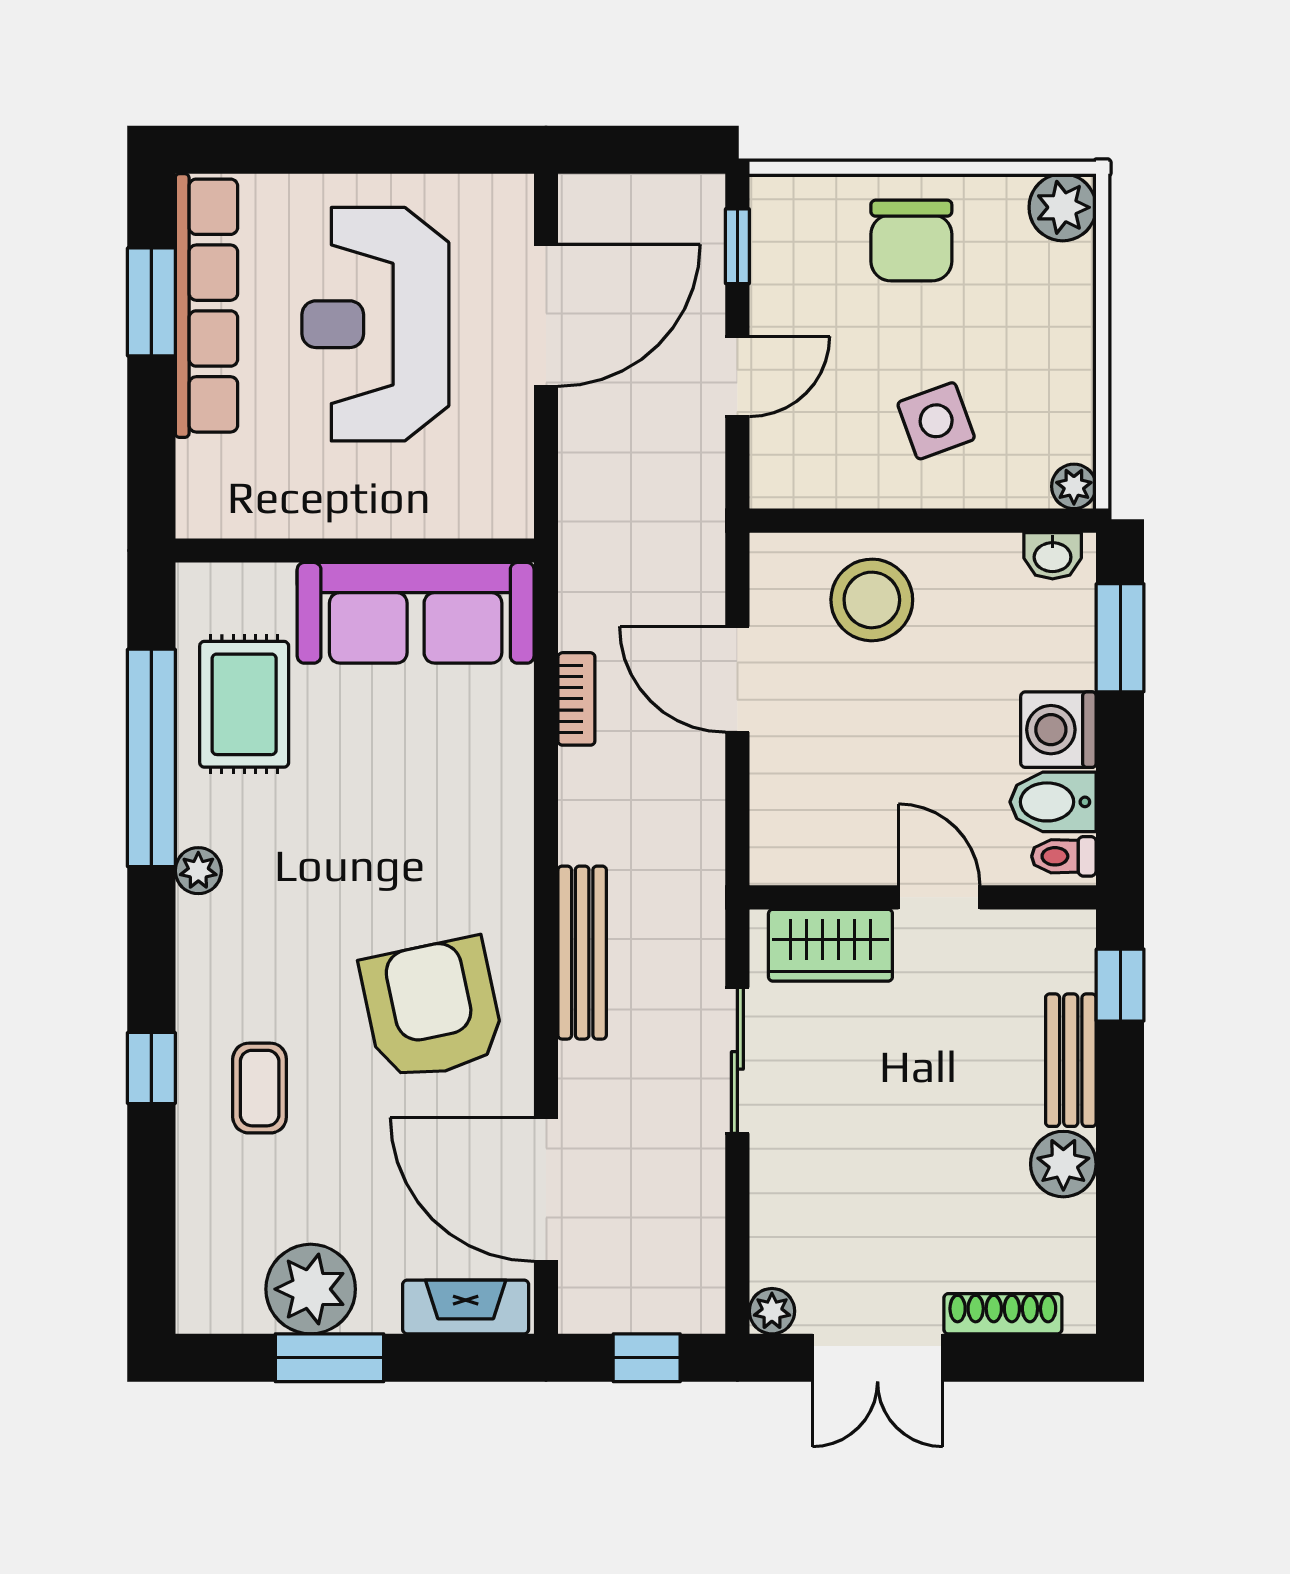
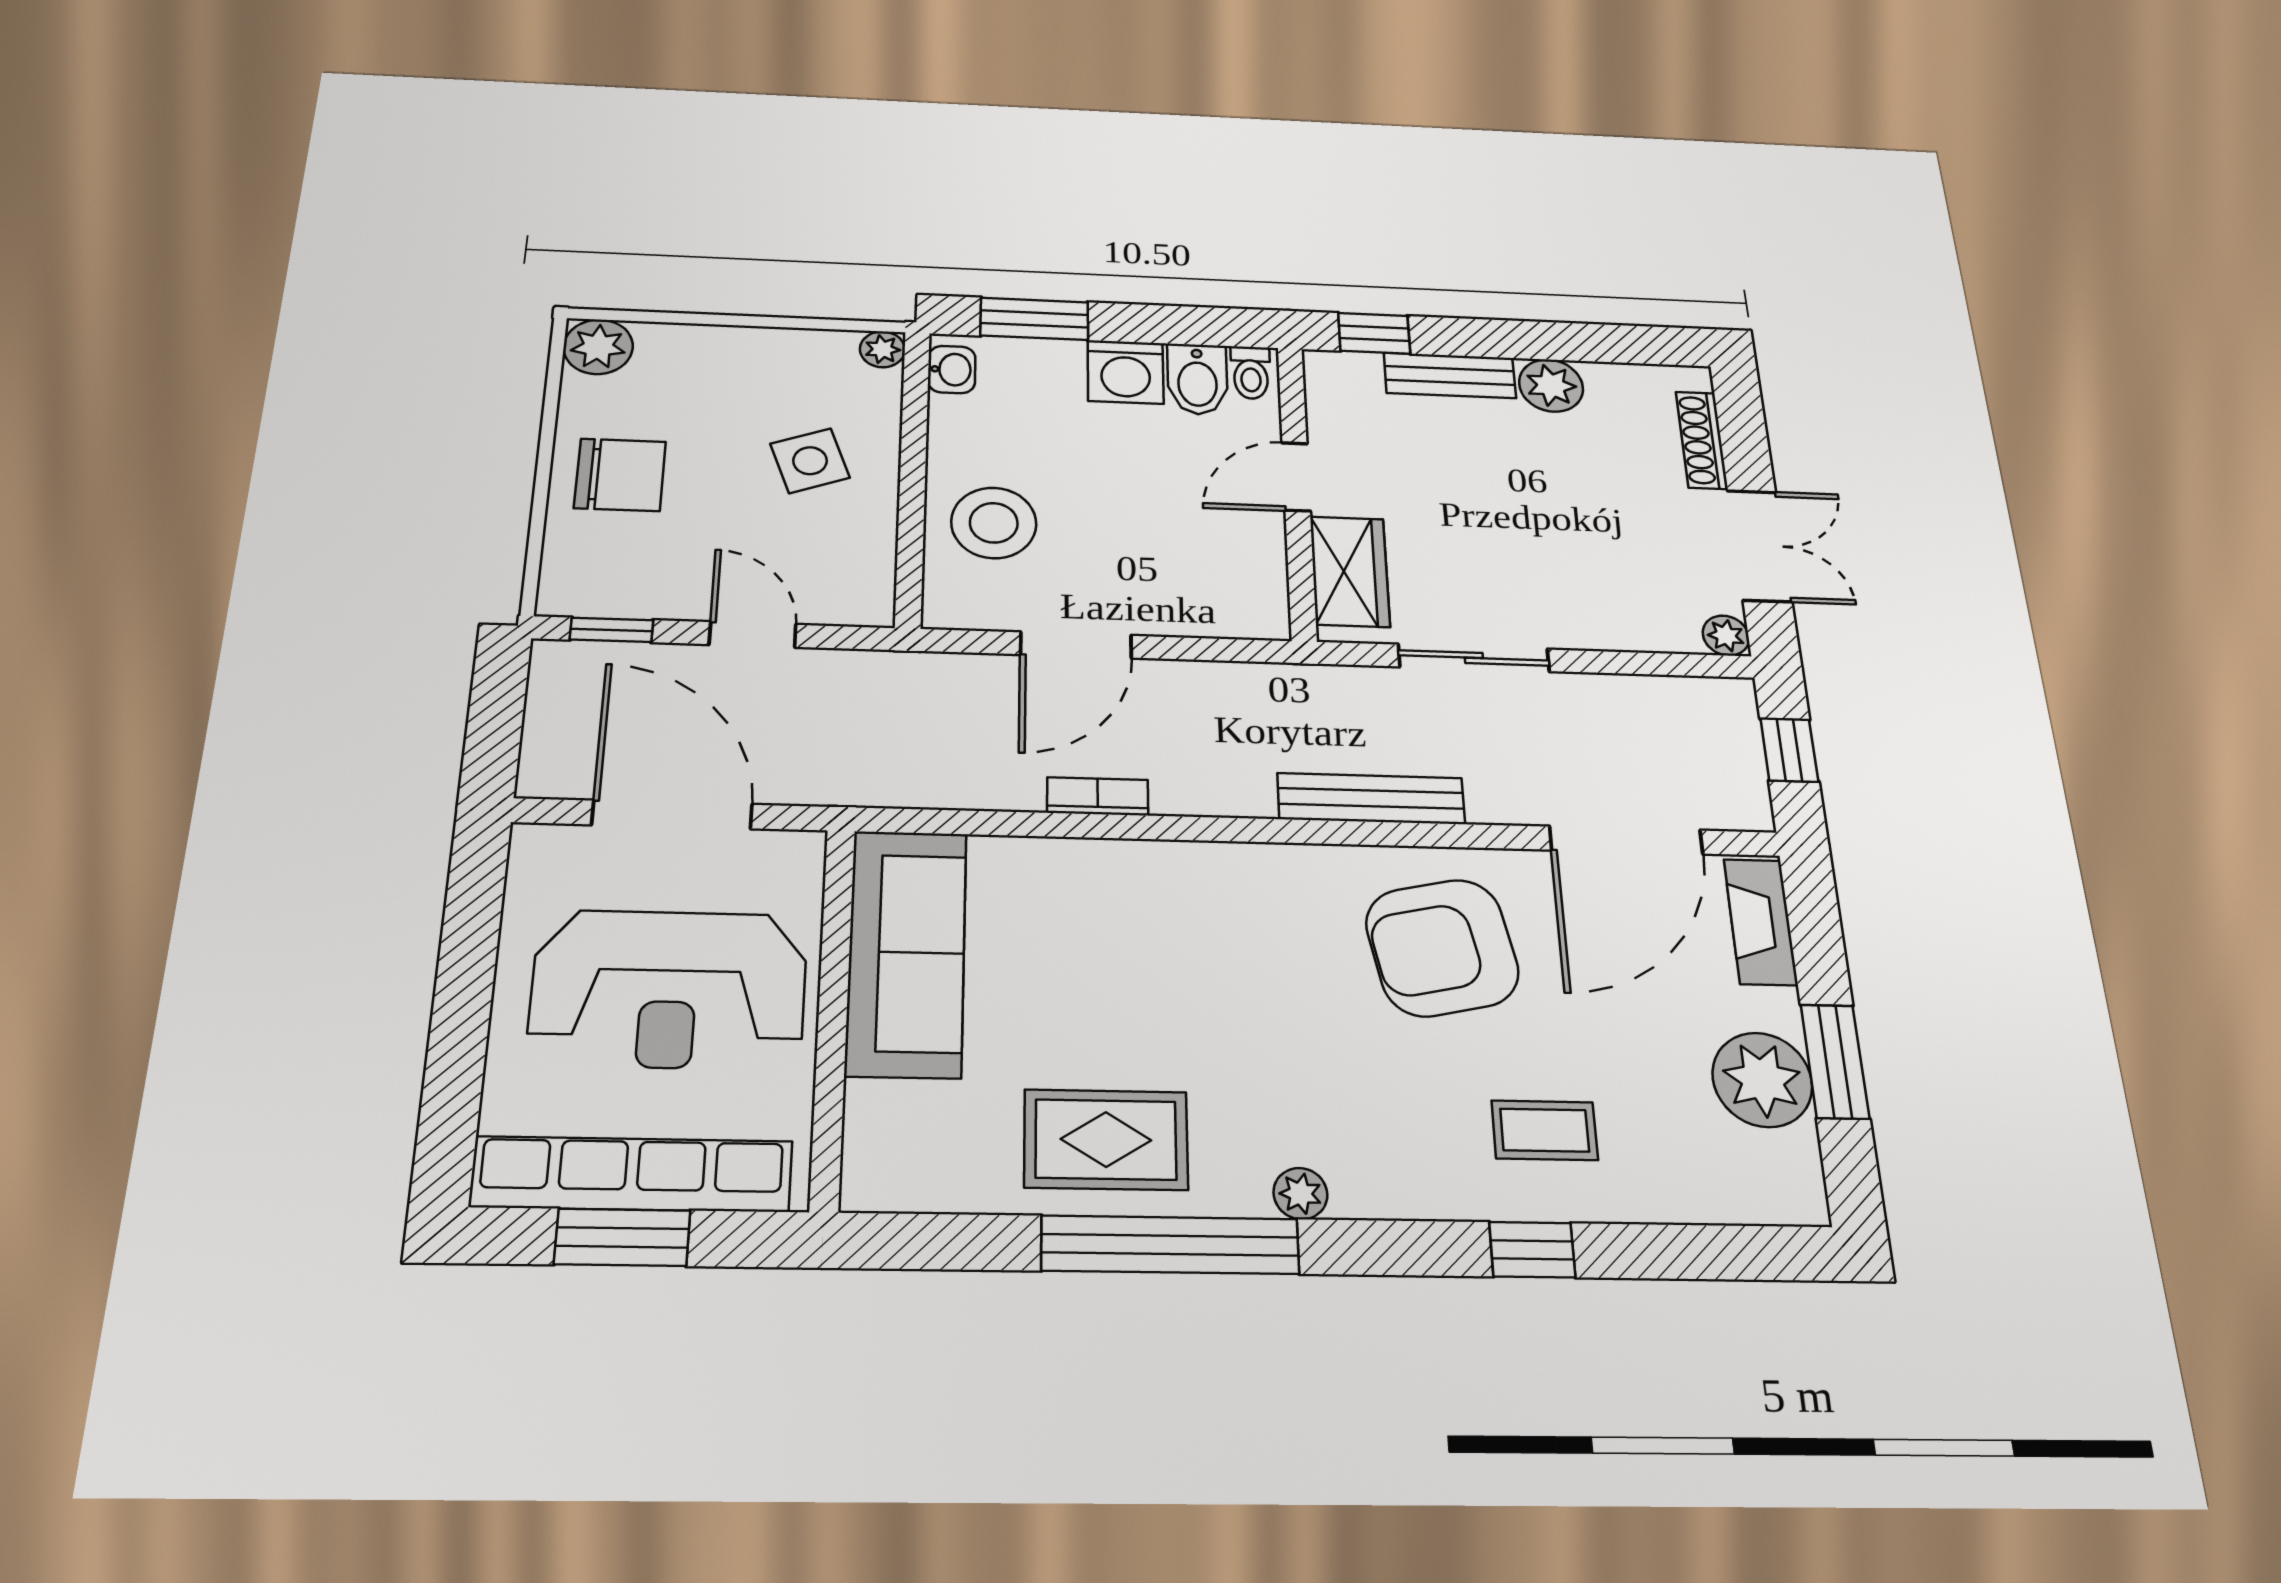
wall: (355, 550) -> (833, 1015), moved
sofa: (416, 613) -> (907, 952), moved

